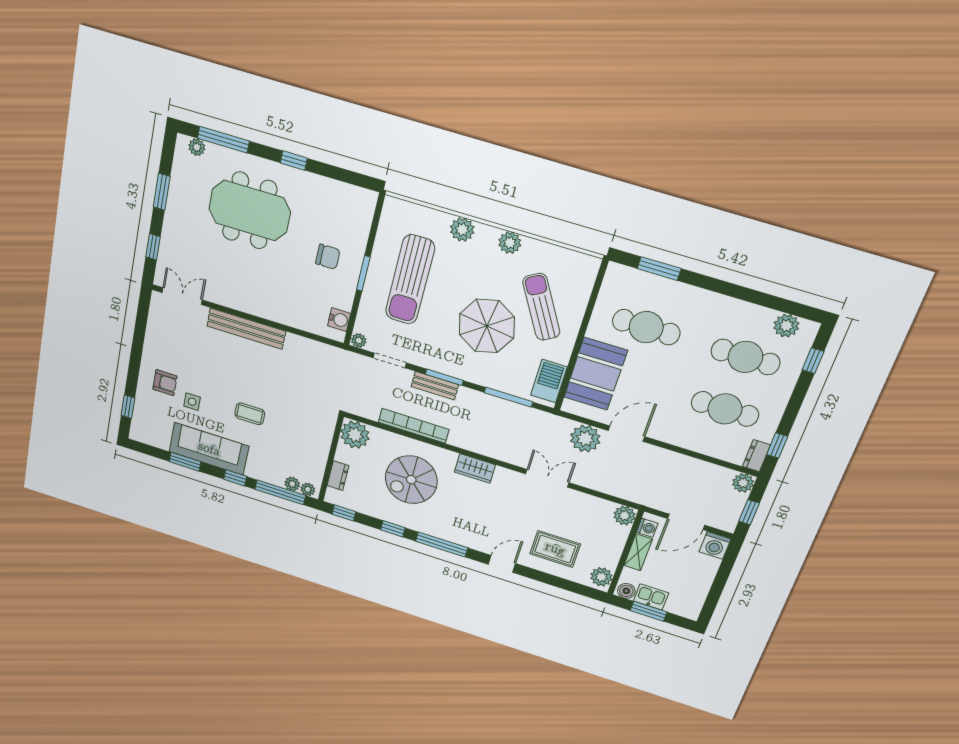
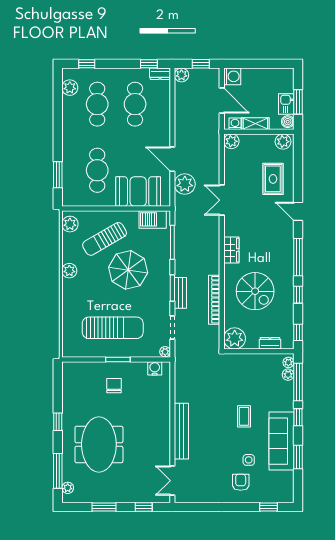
plant: (462, 230) -> (70, 224), moved

